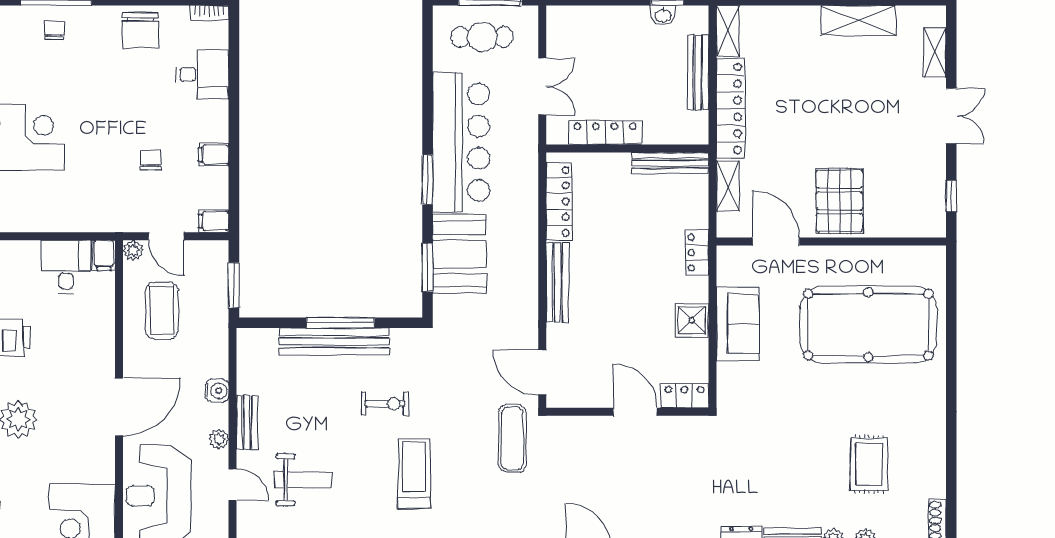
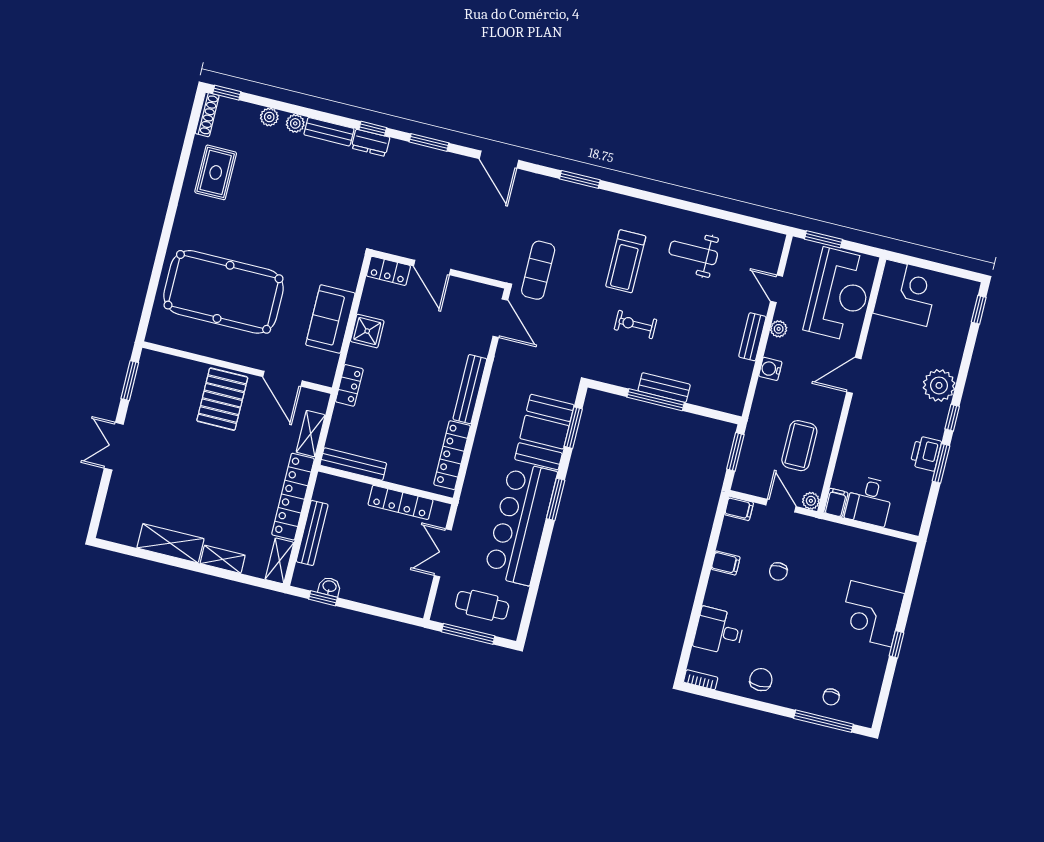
chair: (140, 30) -> (761, 680), width x0.73, depth x0.73
shelving: (935, 52) -> (223, 559), moved, turned 90
window: (951, 196) -> (130, 381), width x1.50
bench: (334, 341) -> (664, 388), width x0.54, depth x0.82
door: (119, 407) -> (854, 375), width x0.73
rug: (869, 464) -> (216, 172), moved
weight bench: (303, 480) -> (693, 253), moved

